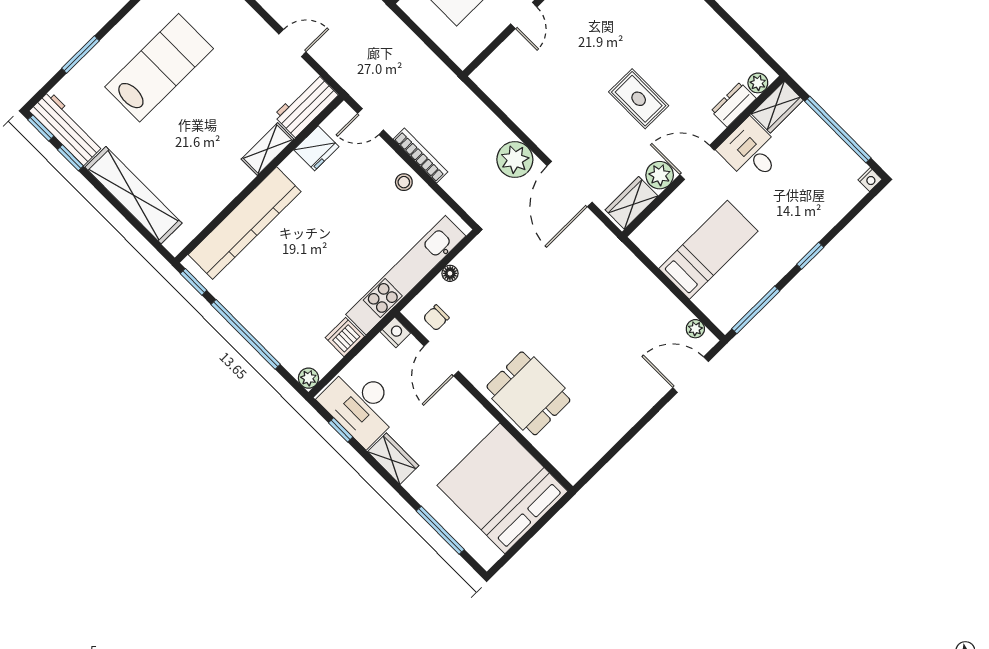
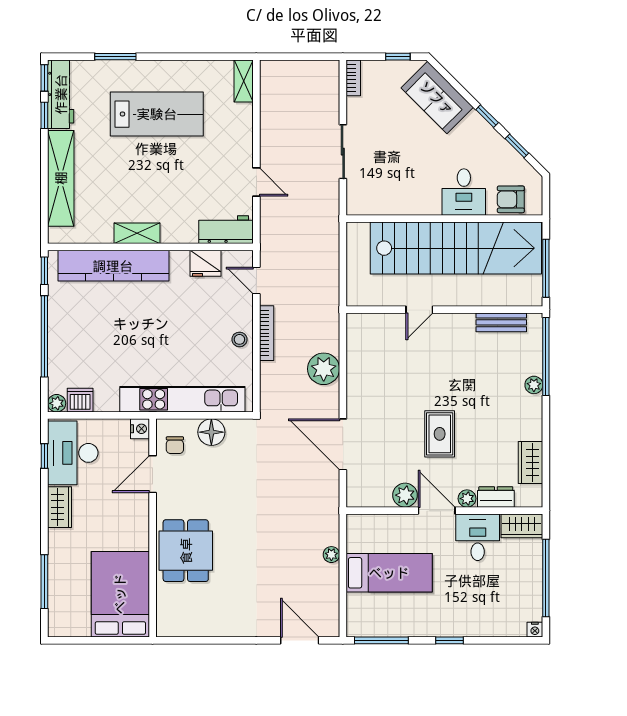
plant: (758, 83) -> (467, 499), moved
shelving: (268, 149) -> (137, 233), moved
plant: (515, 160) -> (324, 369), moved
door: (570, 184) -> (343, 444), hinge flipped
wardrobe: (632, 203) -> (531, 462), moved, turned -90
floor lamp: (450, 273) -> (211, 432), width x1.89, depth x1.89
chair: (436, 318) -> (175, 445), turned -90
plant: (695, 329) -> (331, 555), moved
dishwasher: (345, 337) -> (80, 400), moved
bed: (502, 488) -> (120, 594), width x0.73

